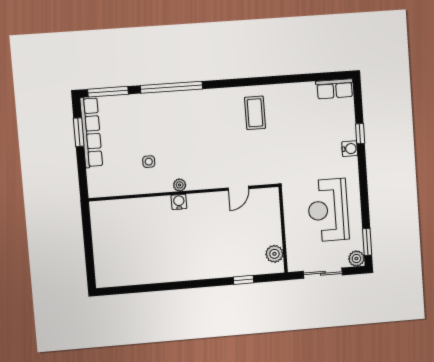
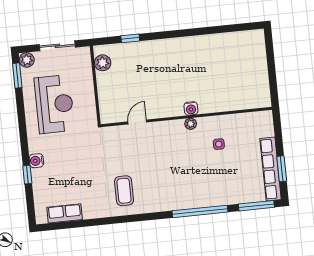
row of seats: (335, 89) -> (65, 213), moved

